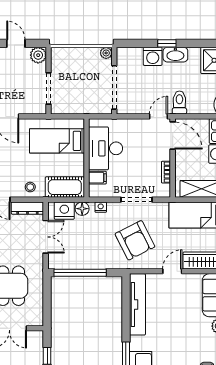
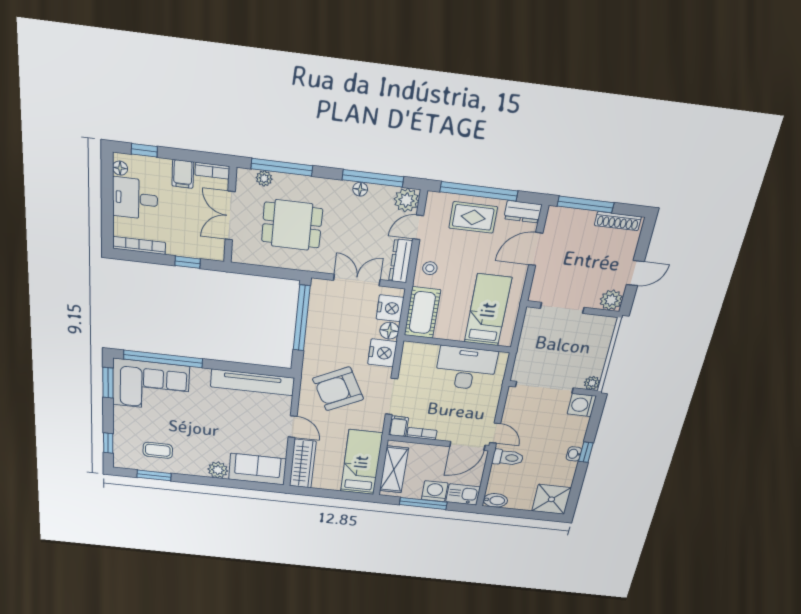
washbasin: (175, 55) -> (574, 454), width x0.52, depth x0.69
washing machine: (153, 56) -> (582, 405), moved
filing cabinet: (97, 178) -> (398, 426), moved, turned 180
nightstand: (101, 207) -> (382, 353), width x1.89, depth x1.79
double door: (46, 237) -> (357, 280), swing flipped

